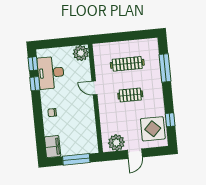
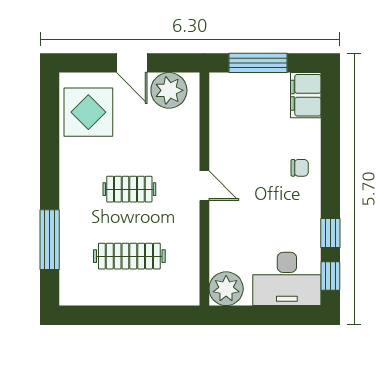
desk: (51, 73) -> (287, 279), moved, turned 90
door: (94, 88) -> (204, 186), moved
window: (170, 120) -> (50, 128), removed
door: (135, 154) -> (132, 63), swing flipped

